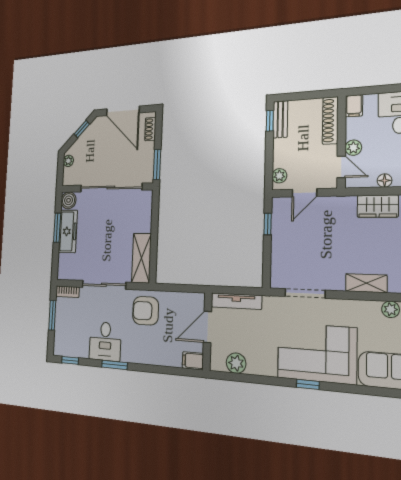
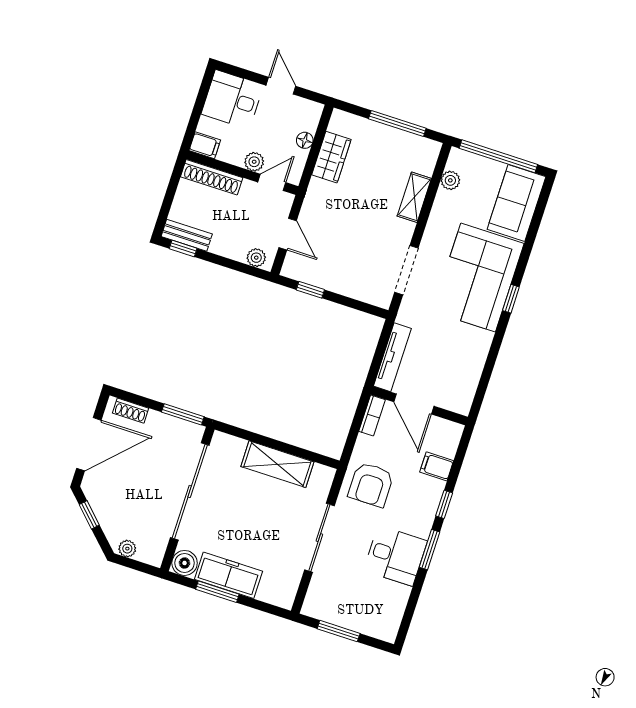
shelving: (141, 258) -> (277, 464), moved
bookcase: (68, 292) -> (372, 415), moved
window: (70, 360) -> (444, 504), moved
filing cabinet: (193, 361) -> (437, 466), moved, turned 90
plant: (236, 363) -> (467, 379), removed

